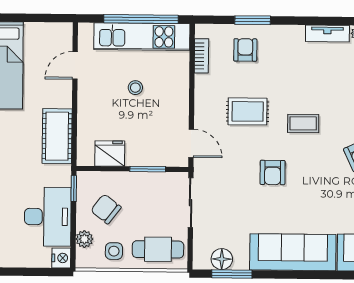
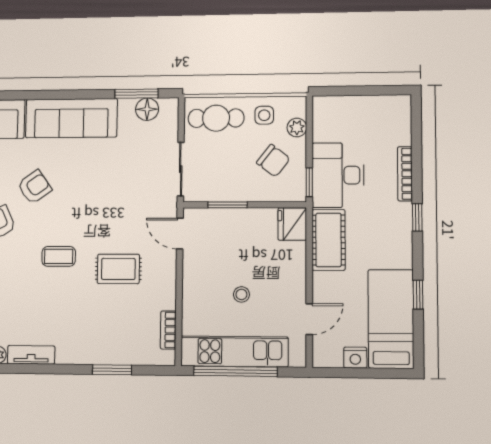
armchair: (245, 50) -> (120, 337), removed
fridge: (110, 153) -> (292, 224), moved, turned 90
armchair: (273, 172) -> (34, 187), moved, turned 55
desk: (48, 217) -> (338, 175), moved
nightstand: (61, 258) -> (355, 358), moved, turned -90

